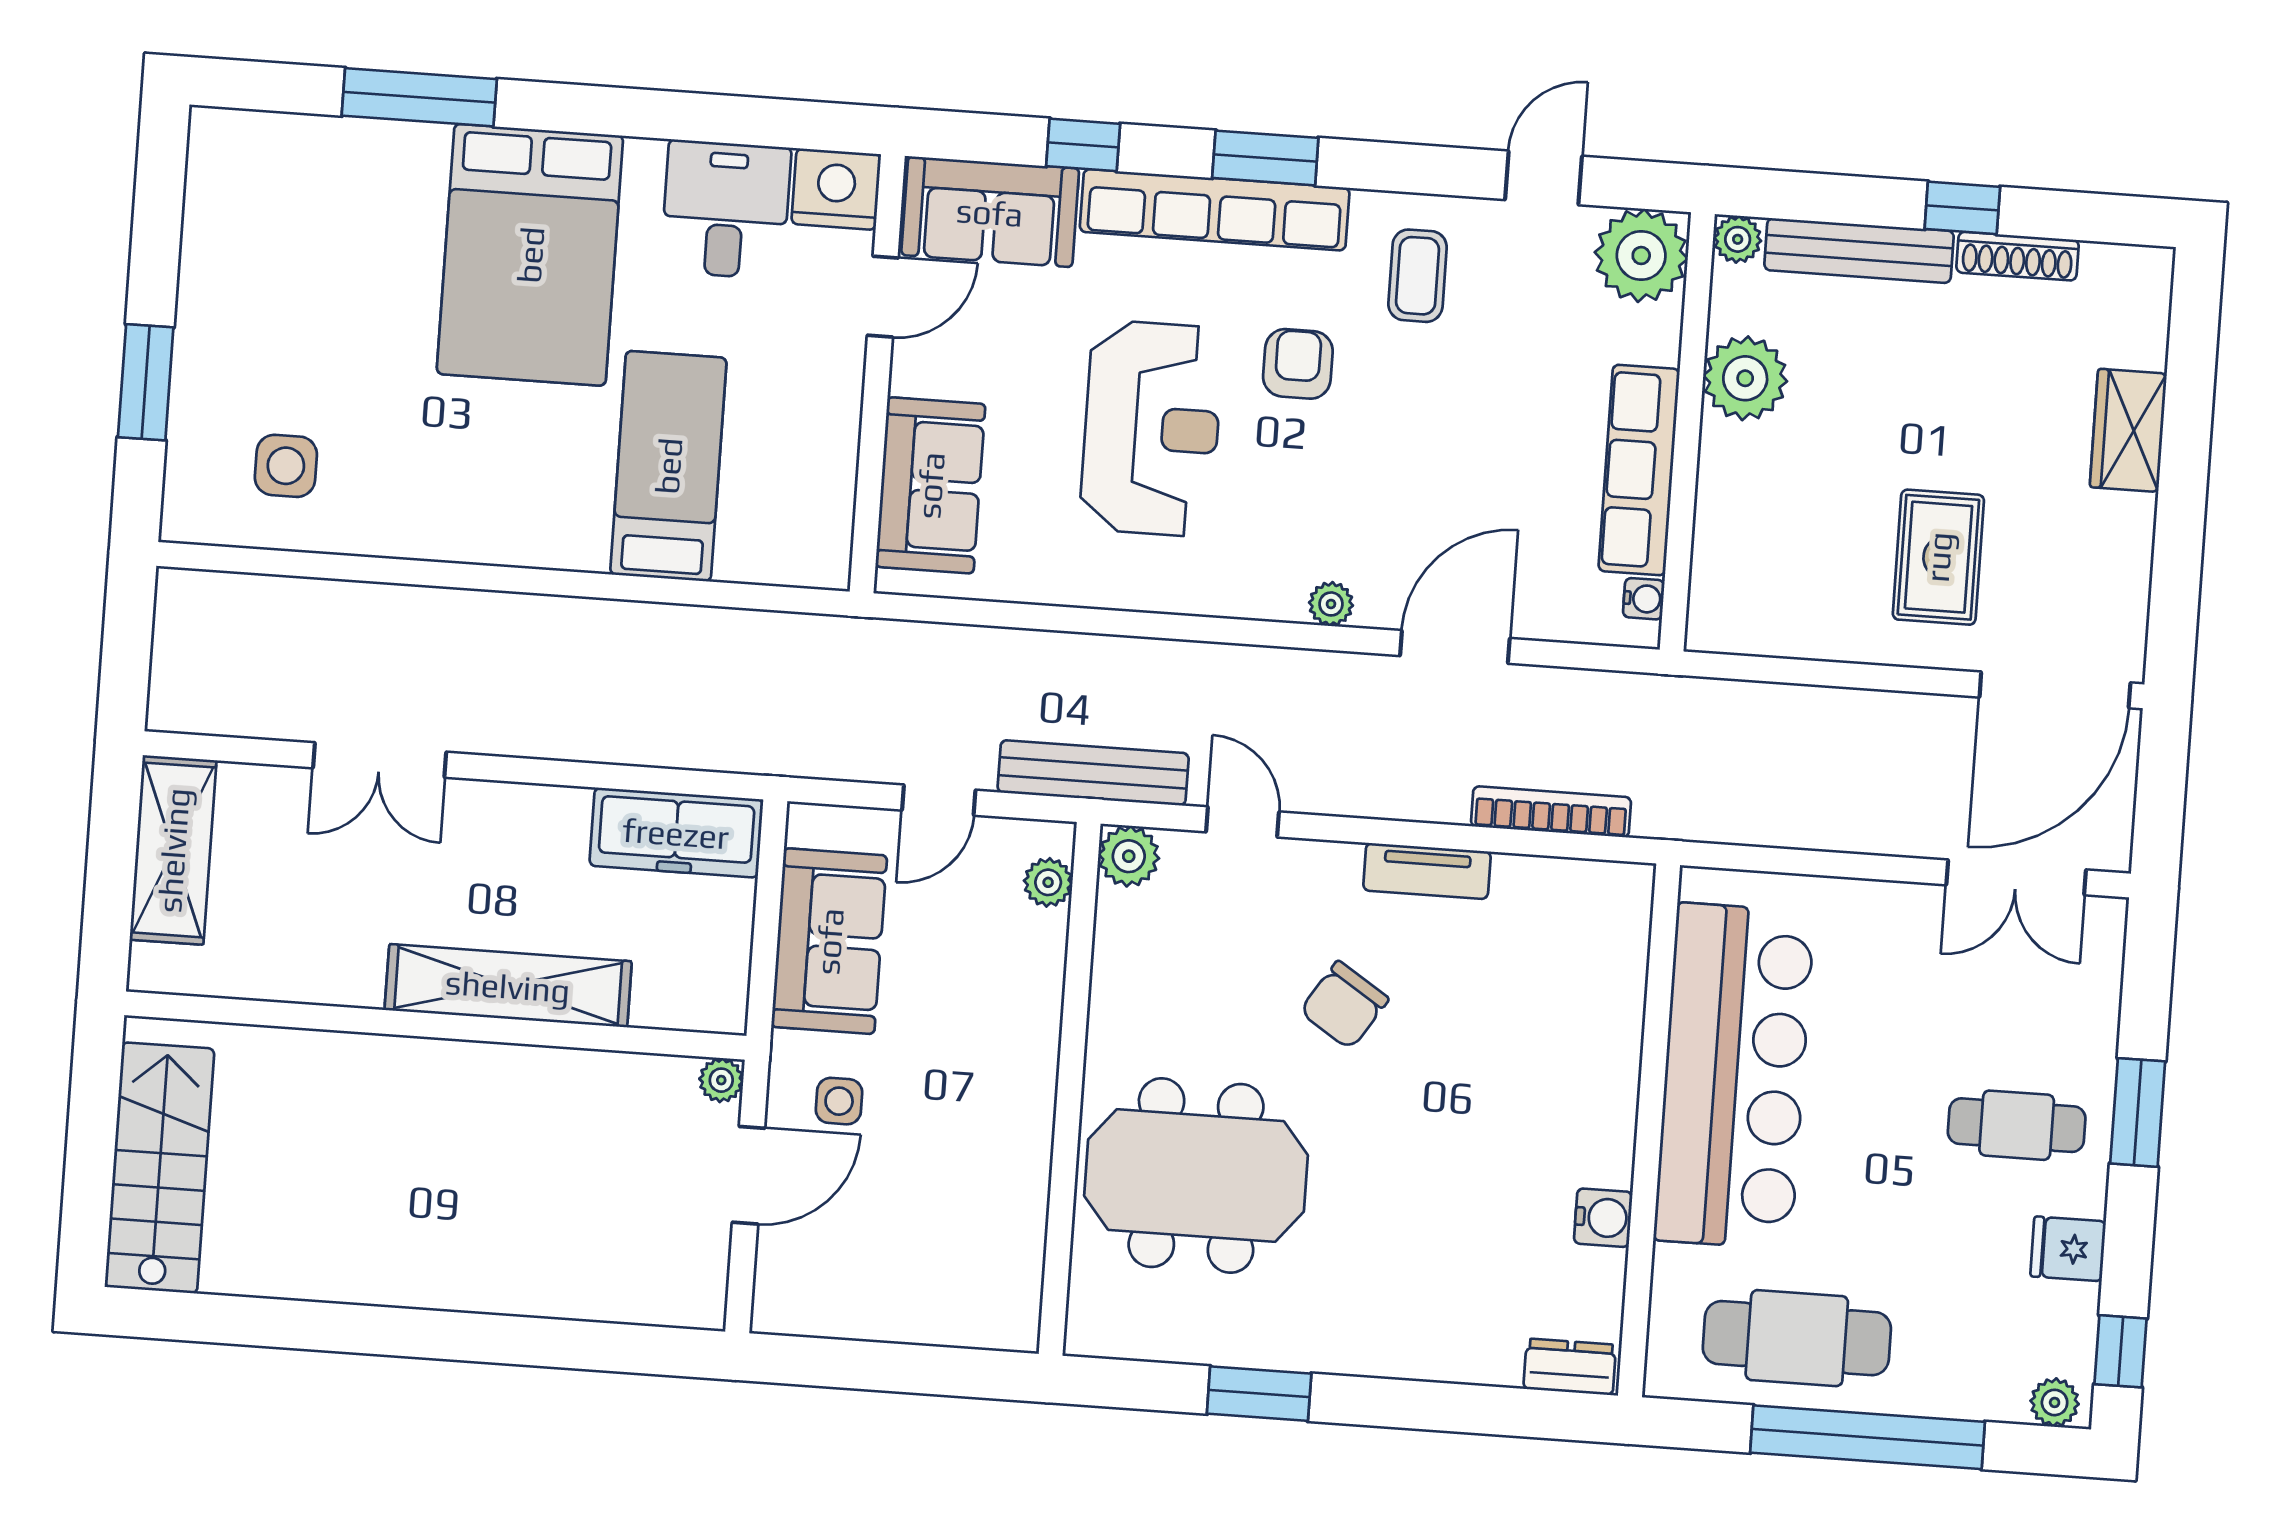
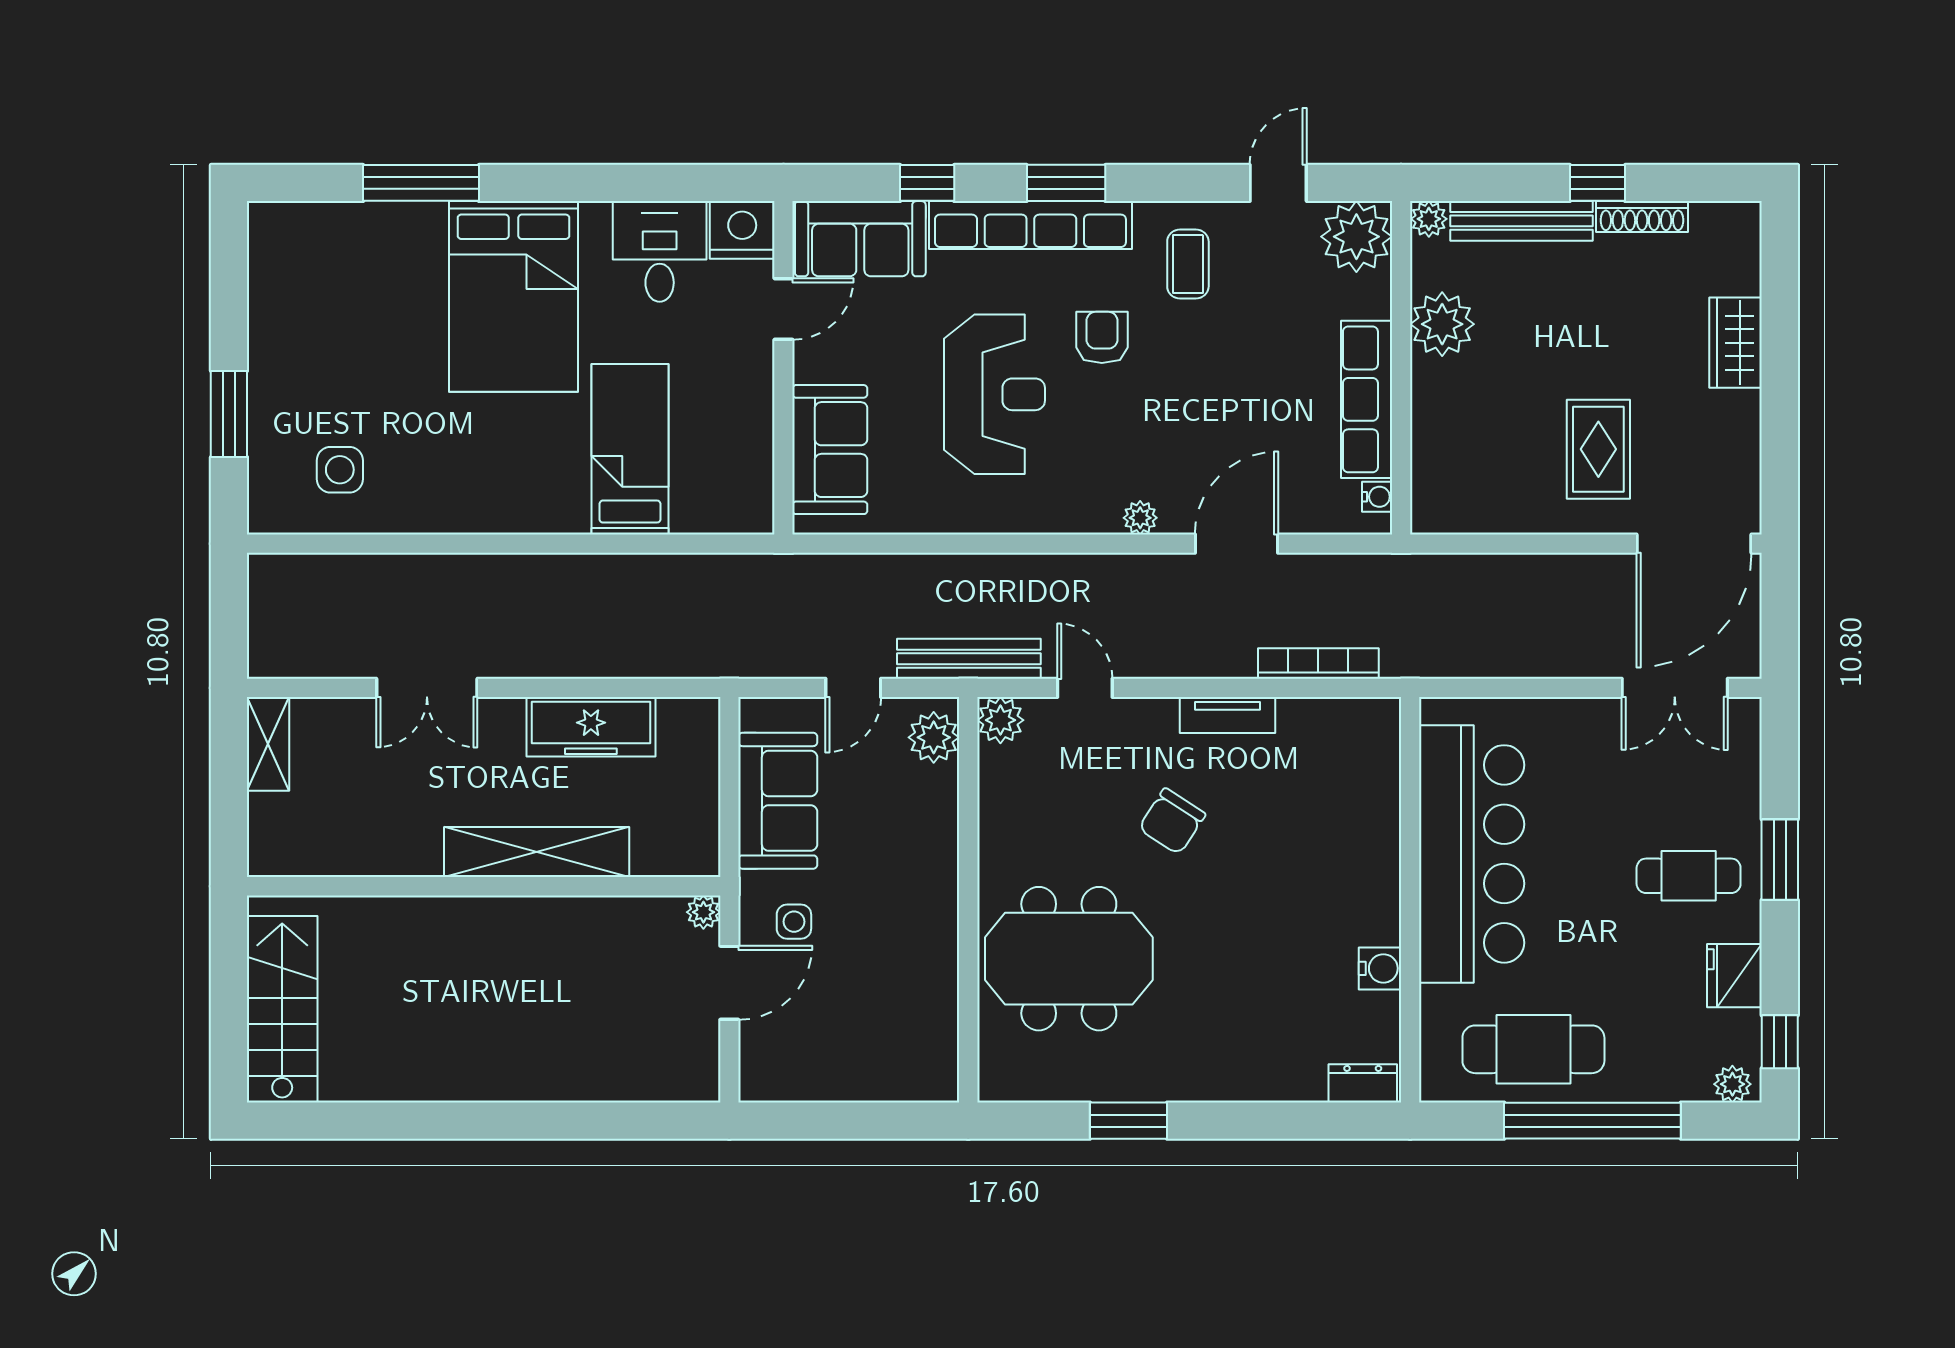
freezer: (676, 833) -> (591, 727), moved
shelving: (173, 850) -> (268, 744), width x0.67, depth x0.75
plant: (1048, 882) -> (934, 737), width x1.38, depth x1.38
fridge: (2068, 1249) -> (1734, 976), width x1.38

